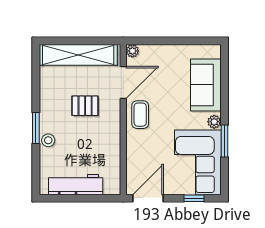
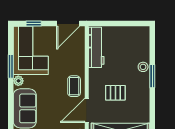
workbench: (76, 185) -> (96, 47), moved, turned -90

